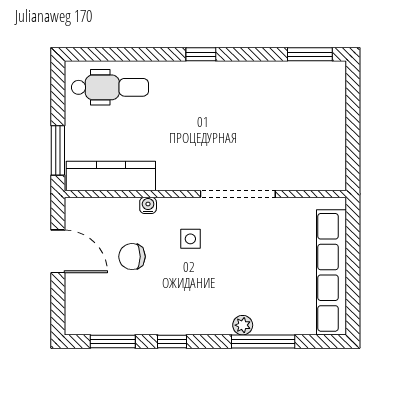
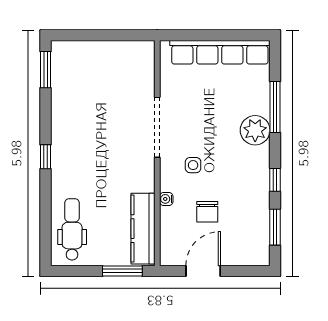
plant: (243, 325) -> (255, 130), width x1.88, depth x1.88

